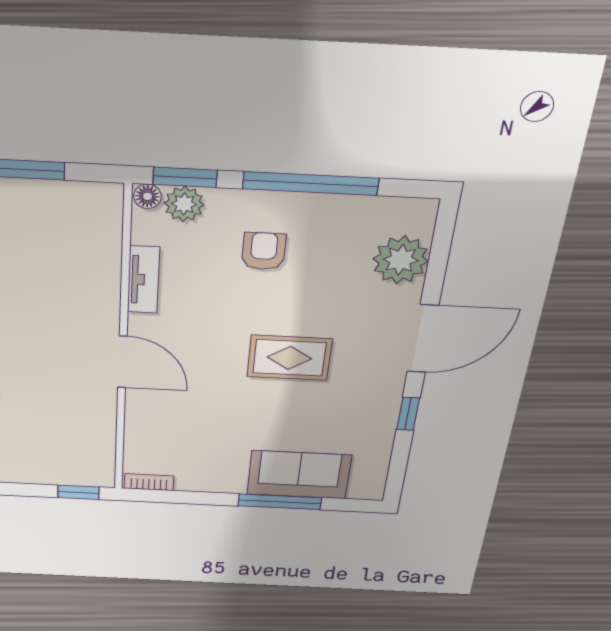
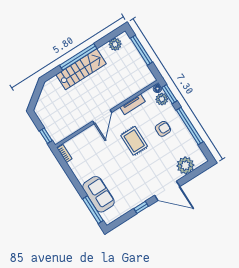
rug: (289, 358) -> (134, 141), moved
window: (280, 502) -> (93, 210), moved

